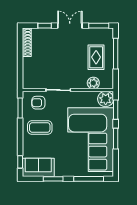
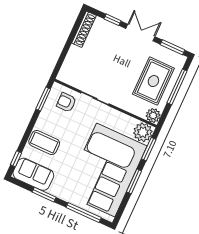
rug: (96, 57) -> (153, 81), width x1.36, depth x1.43
plant: (93, 83) -> (153, 115), moved
coffee table: (40, 127) -> (44, 142), moved

